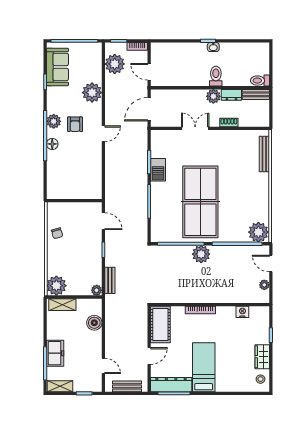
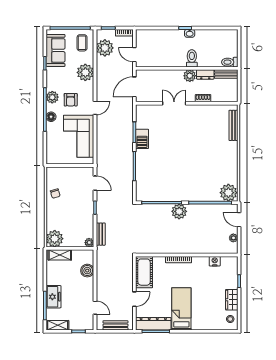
coffee table: (88, 58) -> (82, 43), added
corner sofa: (84, 167) -> (79, 136), added
table tennis table: (200, 202) -> (179, 166), removed

